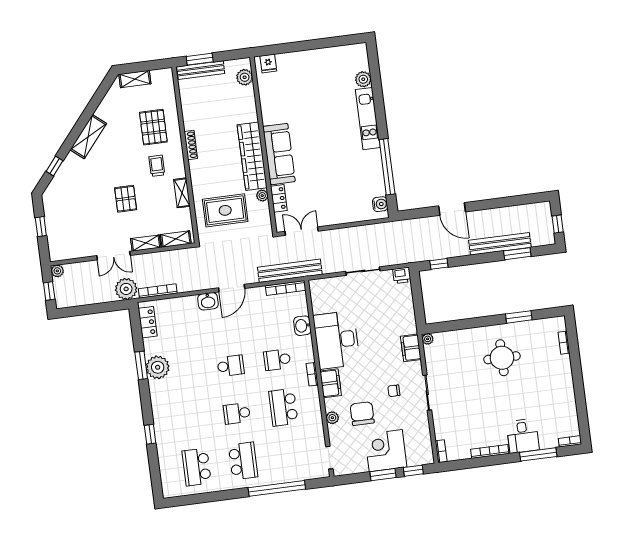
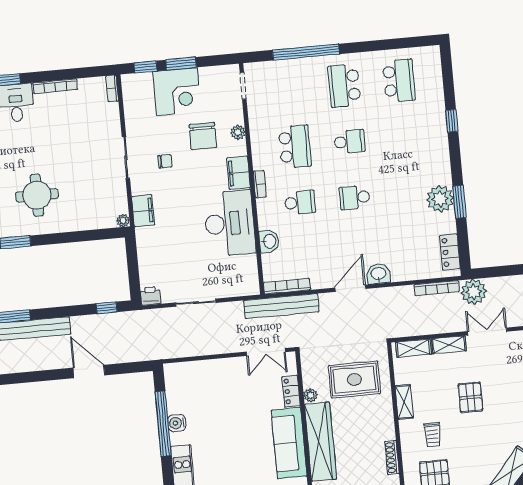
water cooler: (380, 204) -> (177, 423), moved

